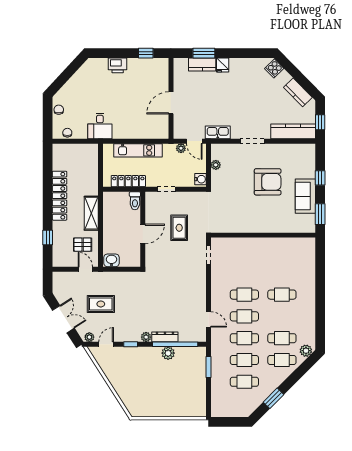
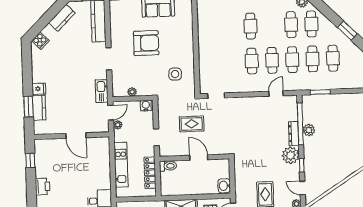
armchair: (268, 182) -> (146, 43), turned 90
side table: (233, 212) -> (175, 74), added
plant: (146, 337) -> (291, 155), width x1.87, depth x1.87

